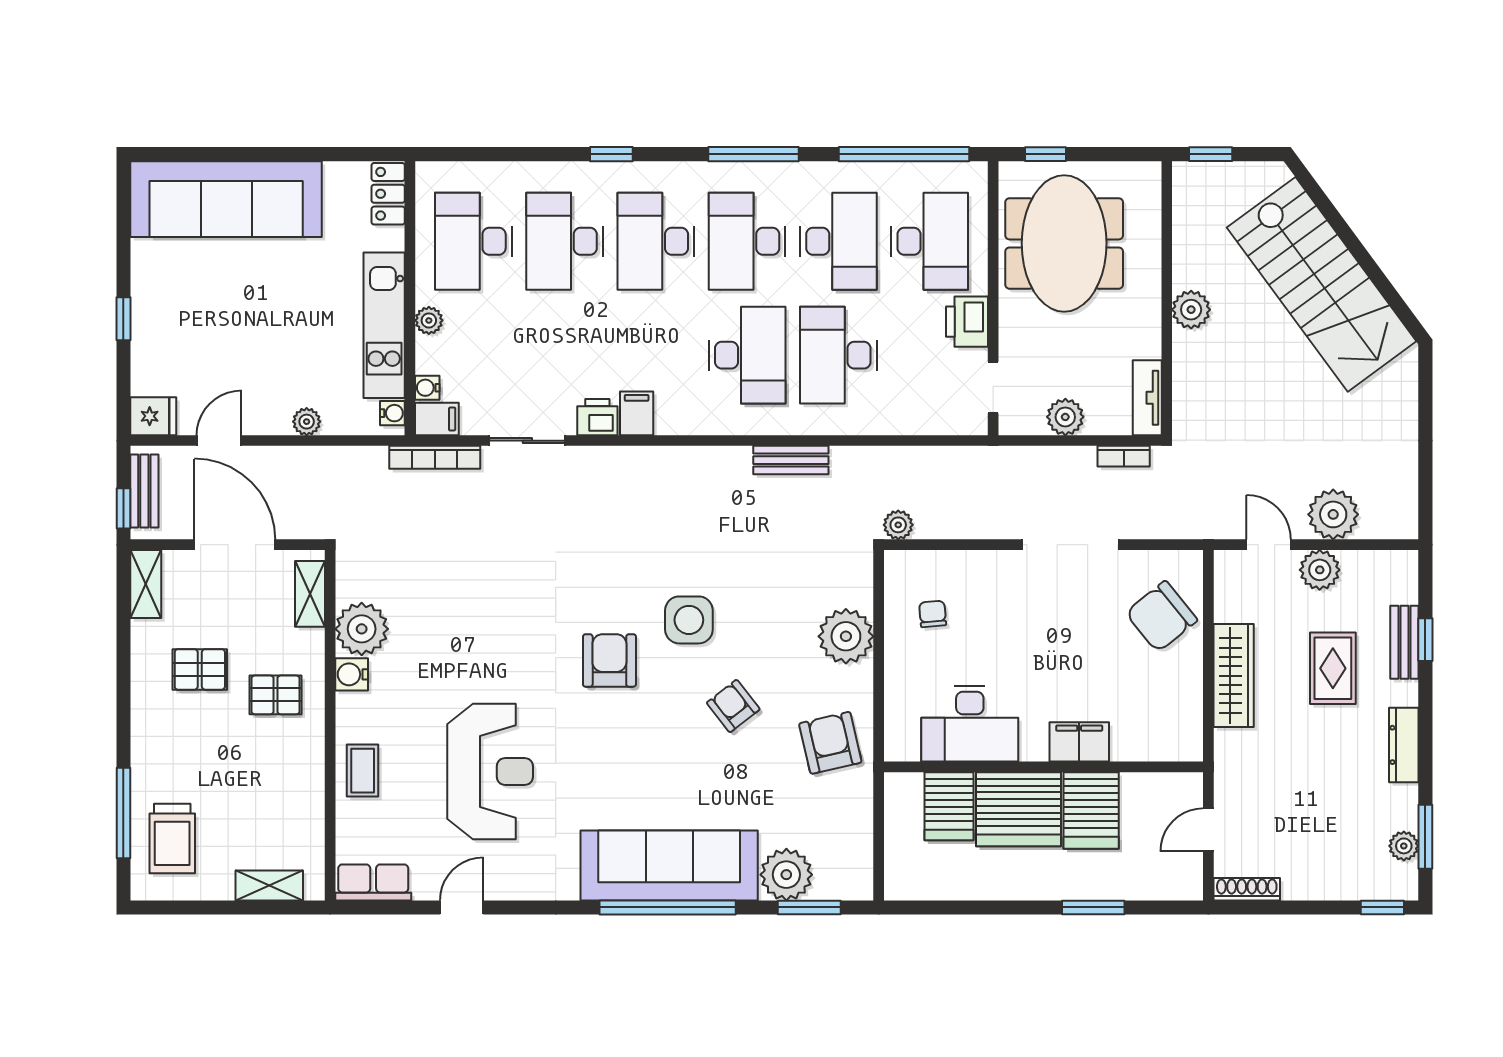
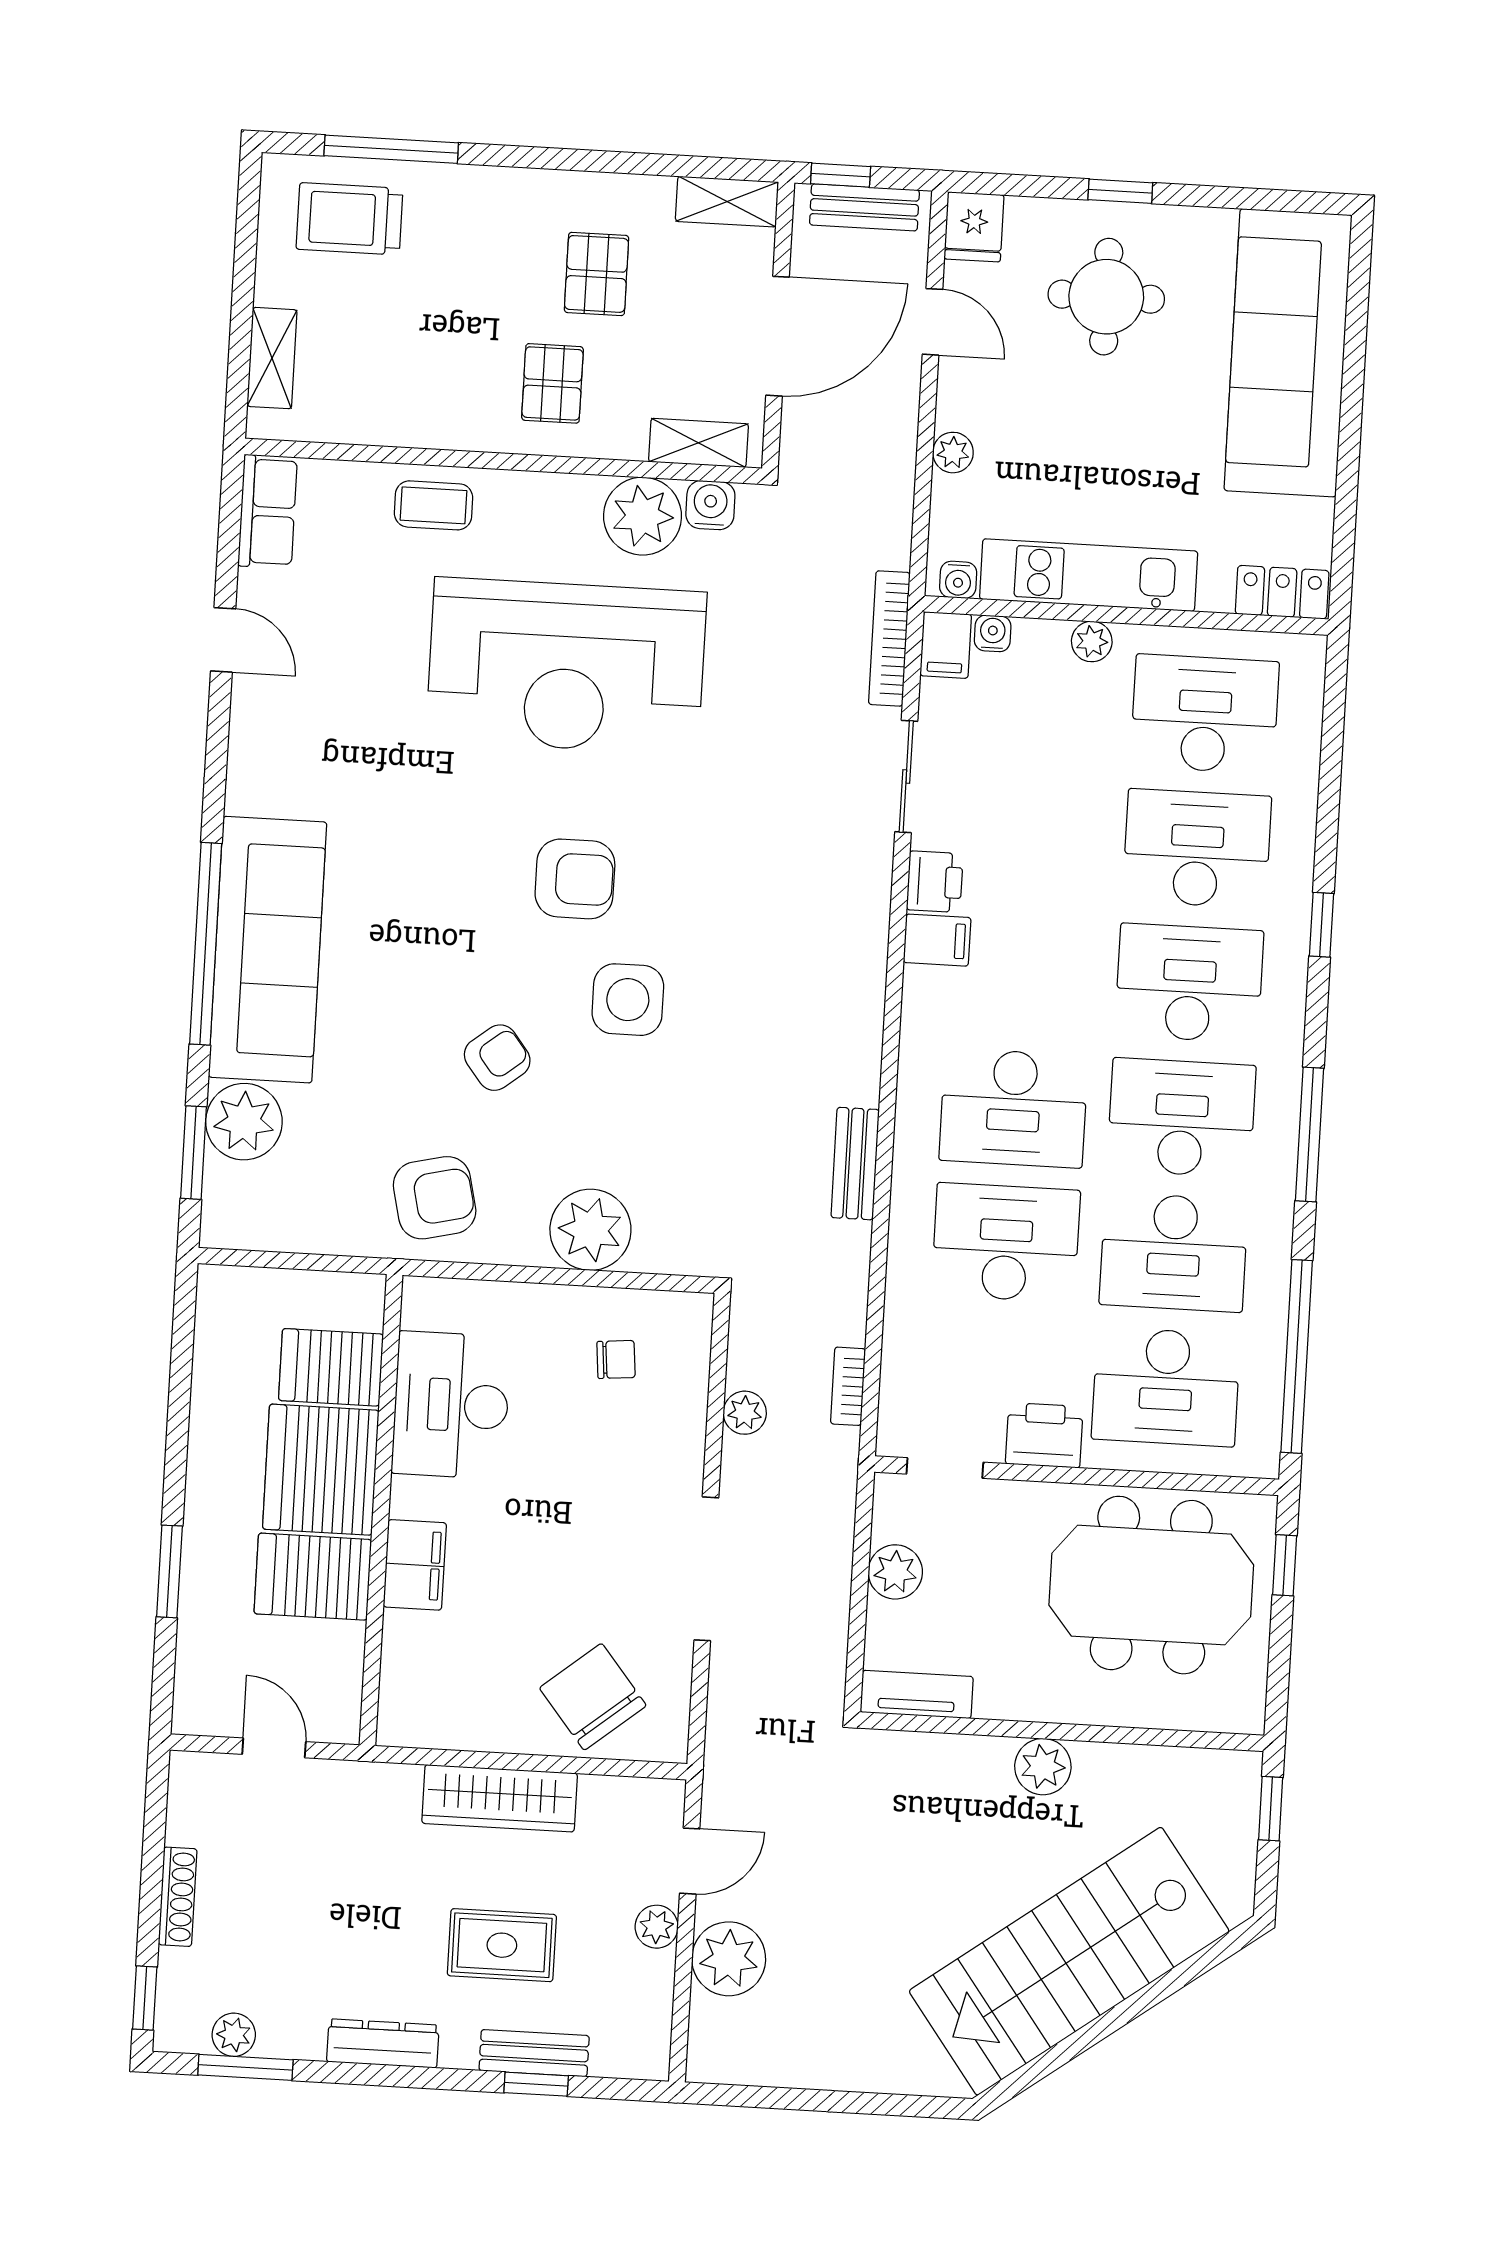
round table: (195, 324) -> (1106, 297), added
bookcase: (1124, 456) -> (848, 1386), moved
plant: (898, 525) -> (745, 1413), moved
plant: (1320, 570) -> (657, 1927), width x0.73, depth x0.73
water cooler: (352, 674) -> (710, 505), moved
reception desk: (490, 772) -> (566, 666), moved, width x1.36, depth x1.30
shoe rack: (1247, 889) -> (178, 1897), moved

